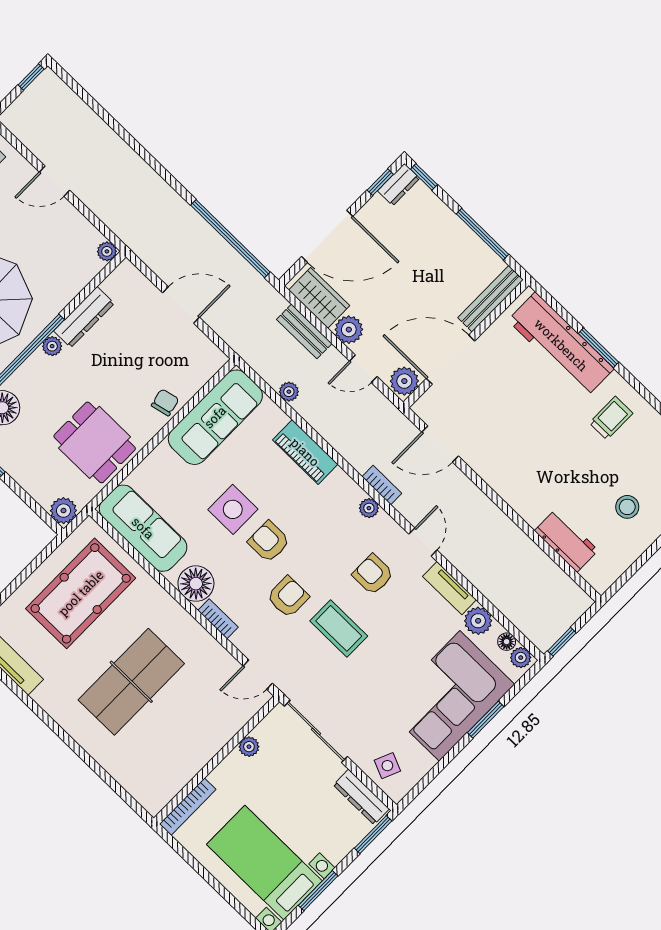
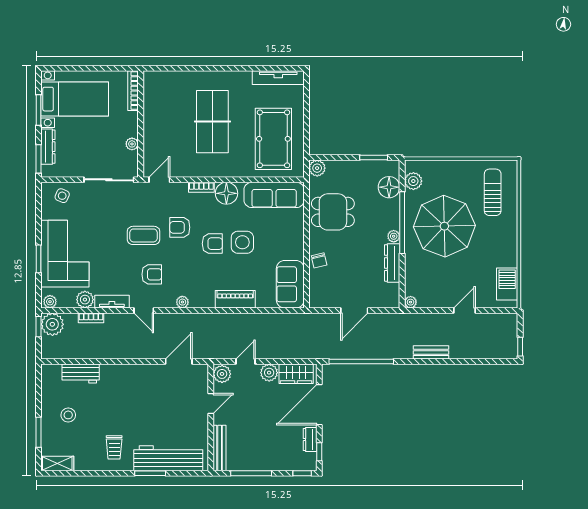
dresser: (399, 185) -> (310, 440), moved
bench: (304, 331) -> (431, 352), moved
door: (451, 360) -> (211, 404), width x0.53
plant: (289, 392) -> (52, 324), moved, width x1.88, depth x1.88
sofa: (215, 417) -> (290, 284), width x0.73
bookcase: (382, 485) -> (91, 318), moved
armchair: (288, 597) -> (180, 227), turned 90
floor lamp: (507, 642) -> (63, 303), removed
dresser: (361, 797) -> (48, 147), moved, turned 90

